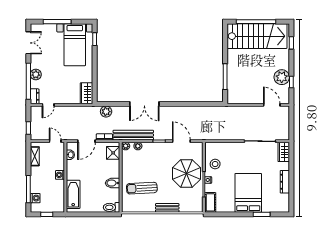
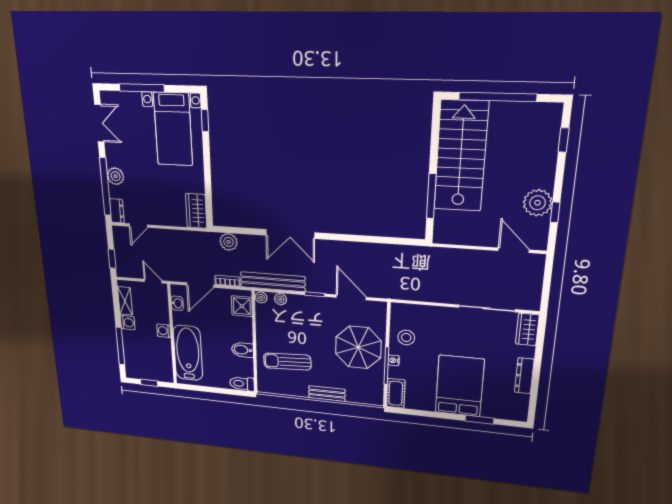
stairs: (257, 36) -> (461, 156), moved, turned -90
bathtub: (73, 194) -> (188, 353), width x1.36, depth x1.36
washing machine: (35, 198) -> (128, 323), moved

